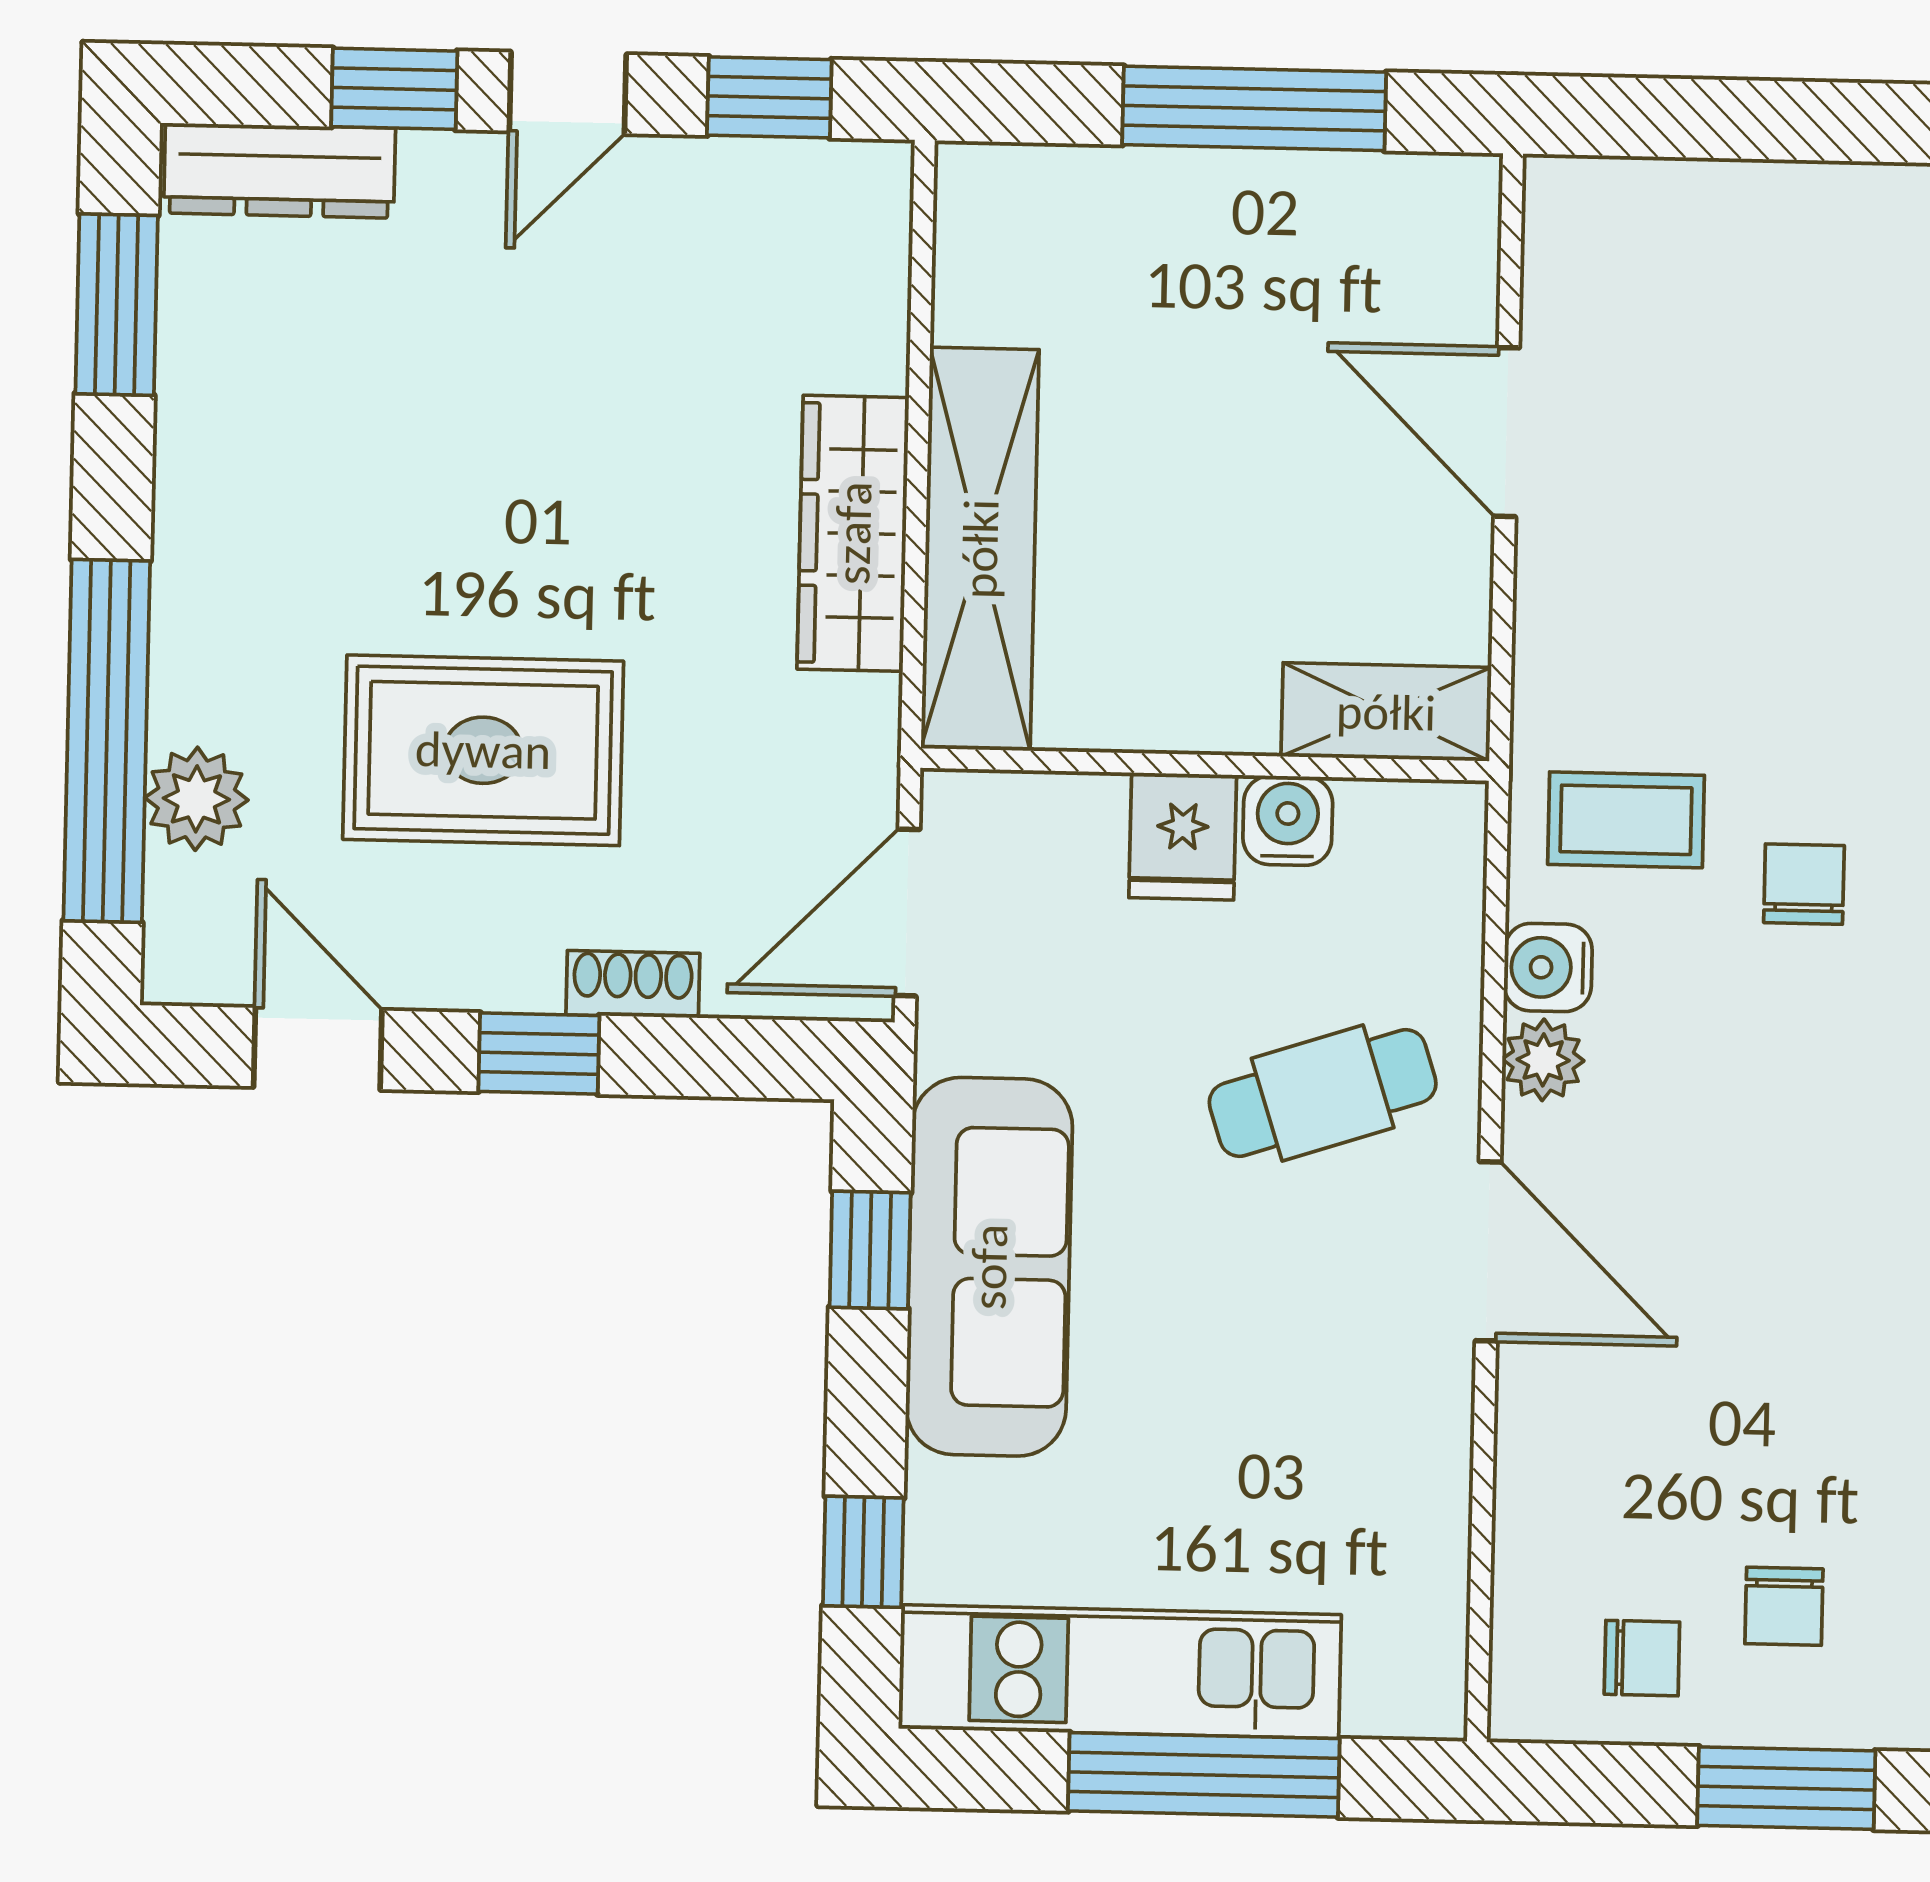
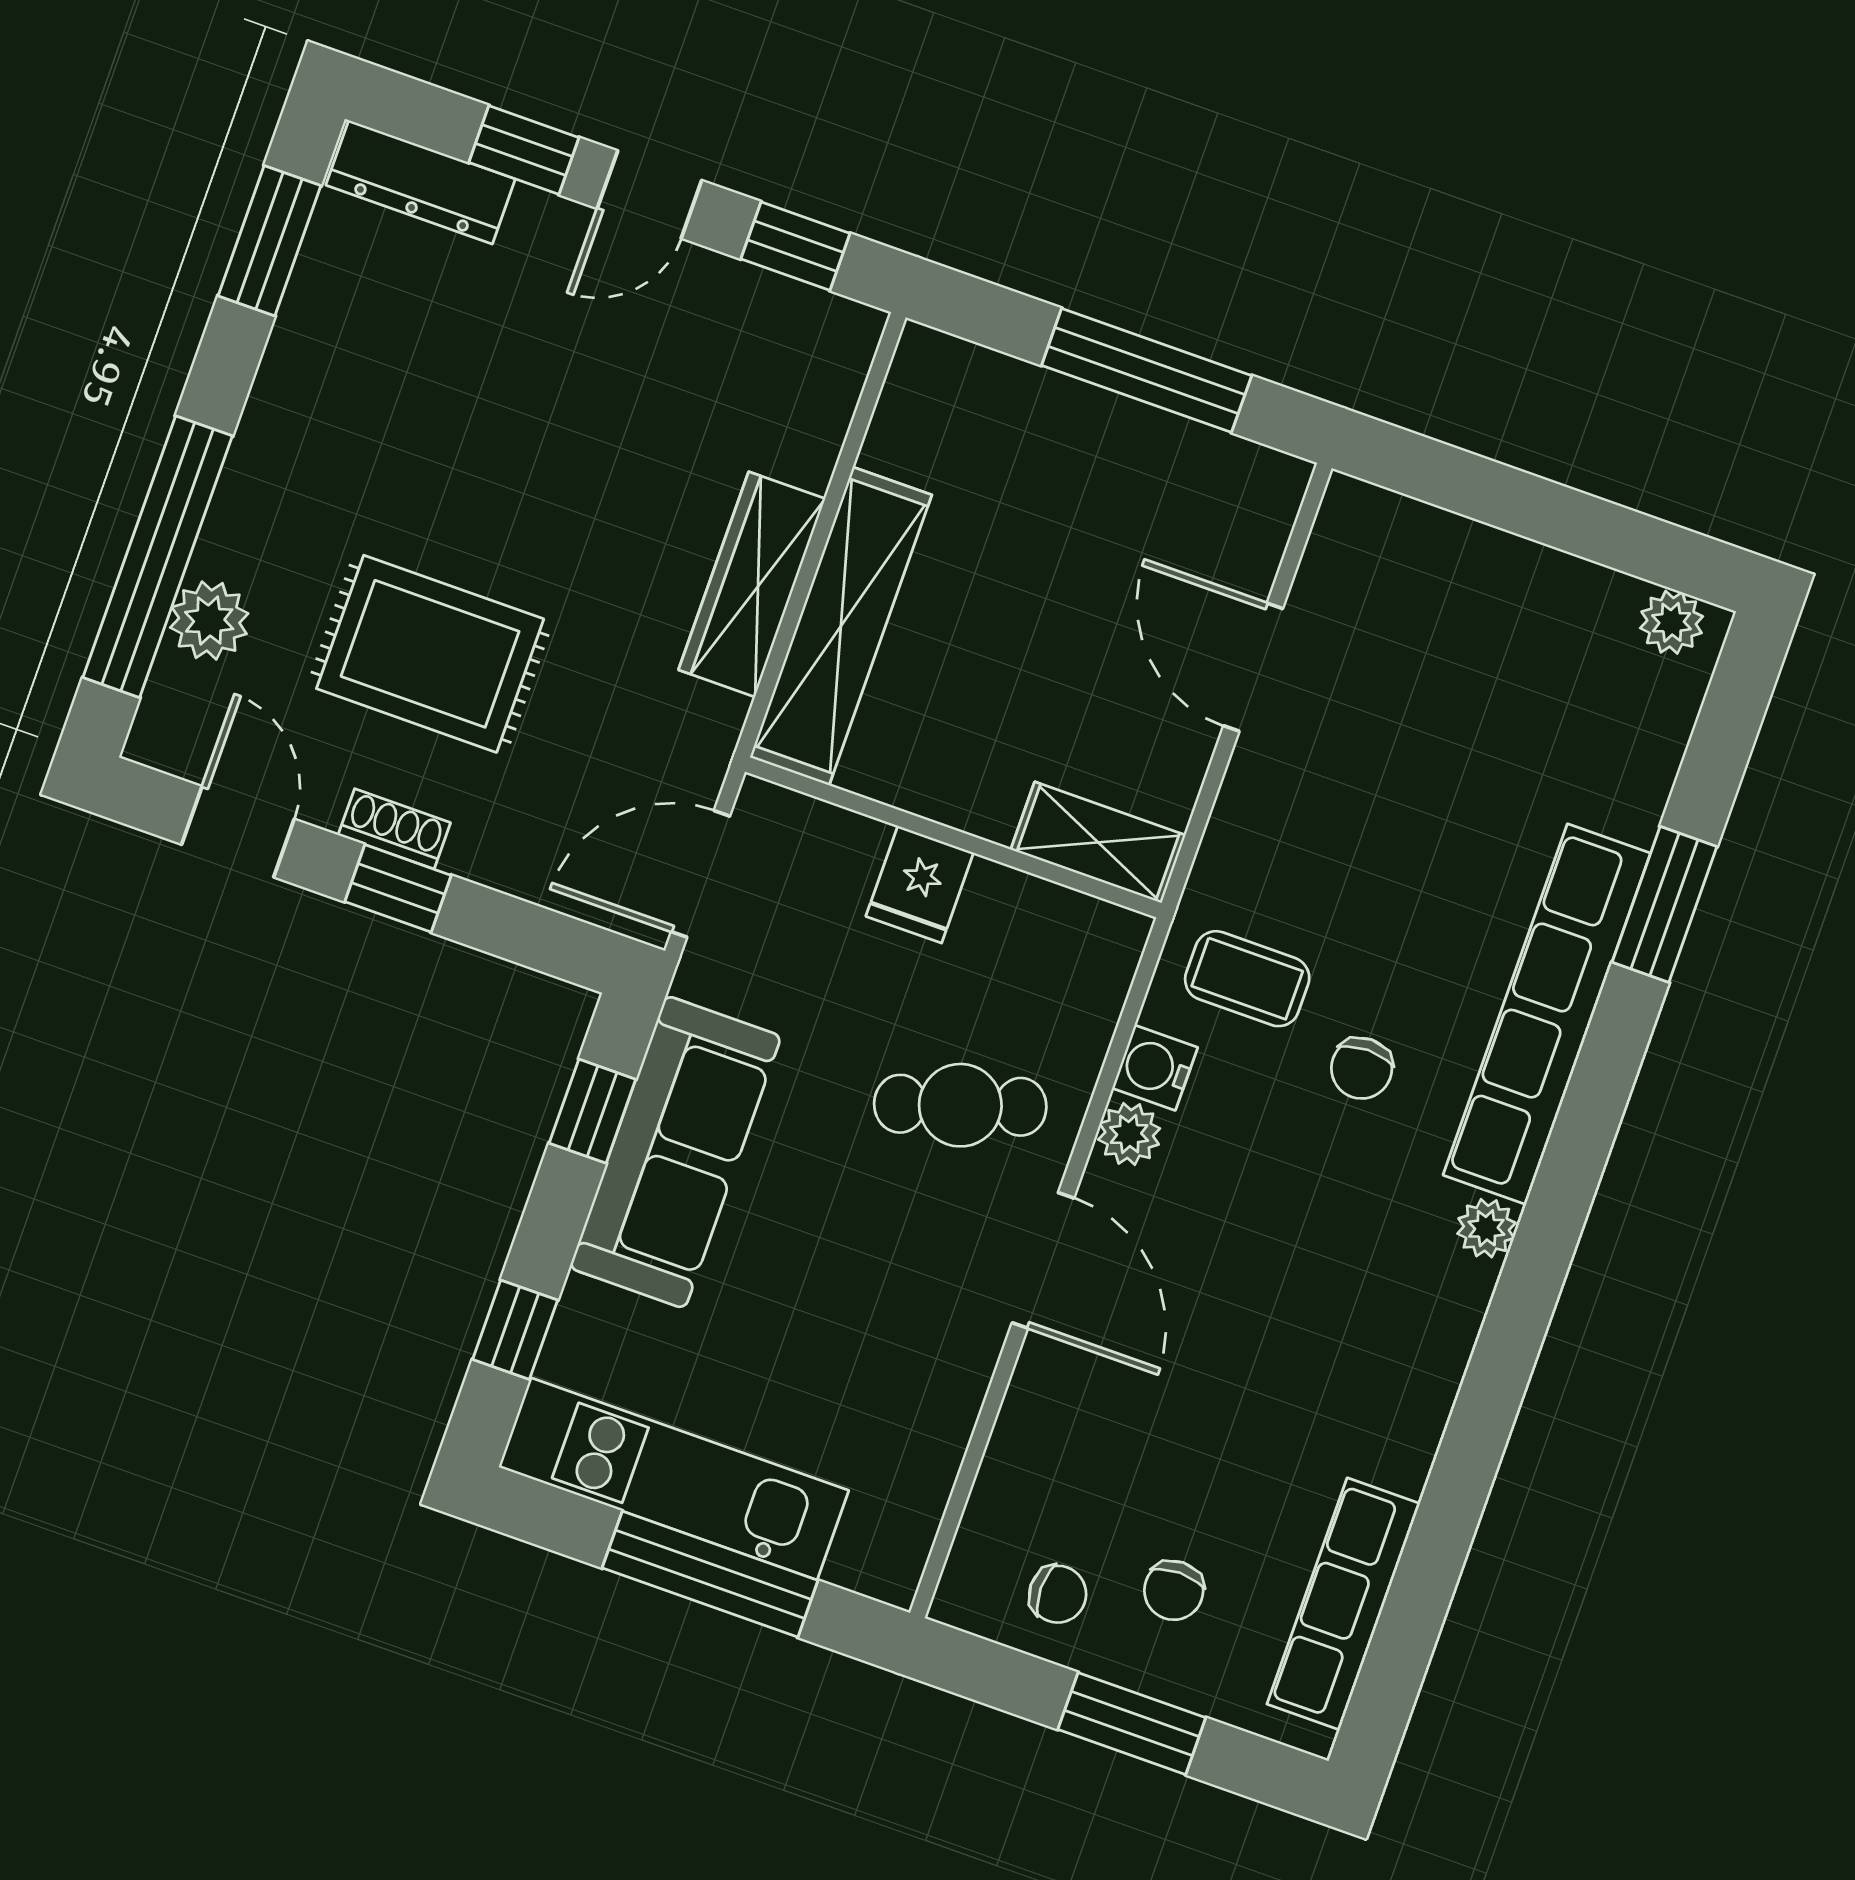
water cooler: (1288, 821) -> (1000, 898), removed
chair: (1804, 884) -> (1362, 1068), turned 180
shoe rack: (633, 984) -> (394, 829), moved

